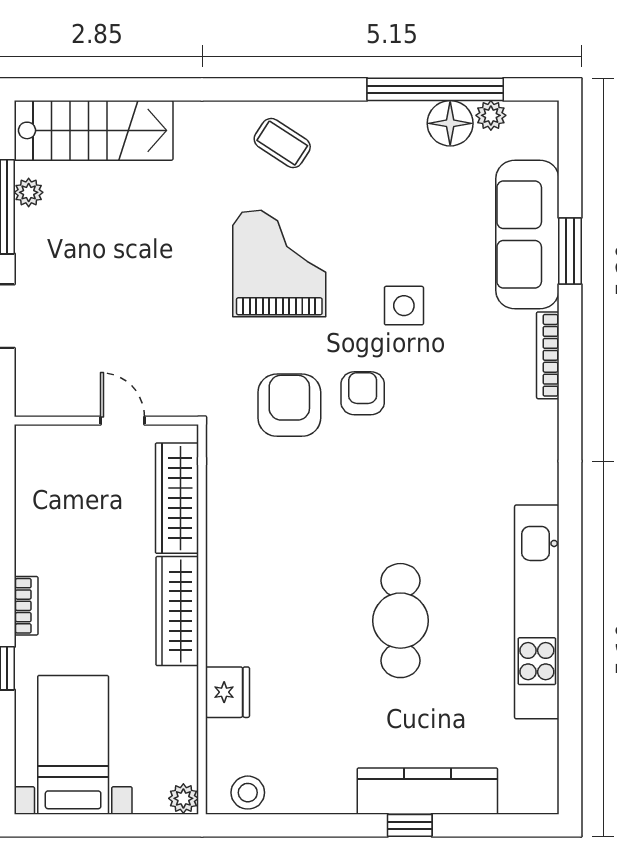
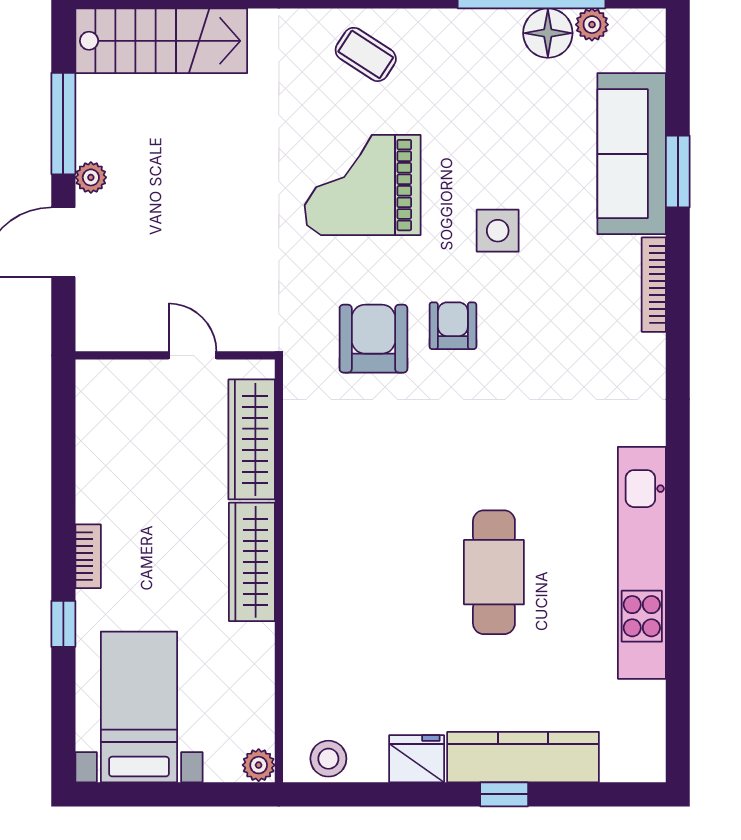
plant: (29, 192) -> (91, 177), moved
grand piano: (279, 263) -> (363, 185), turned -90
fridge: (227, 692) -> (417, 759), moved, turned -90

